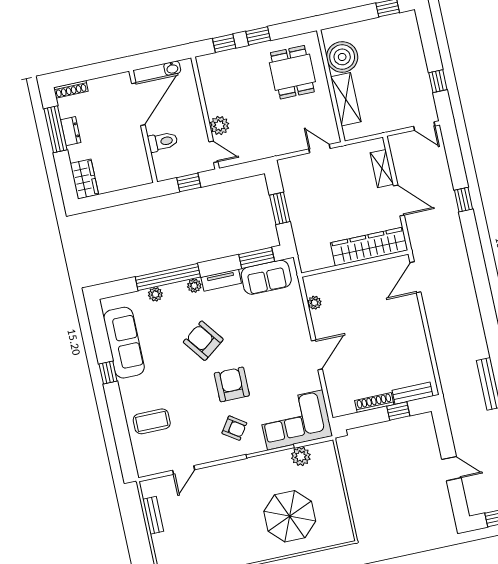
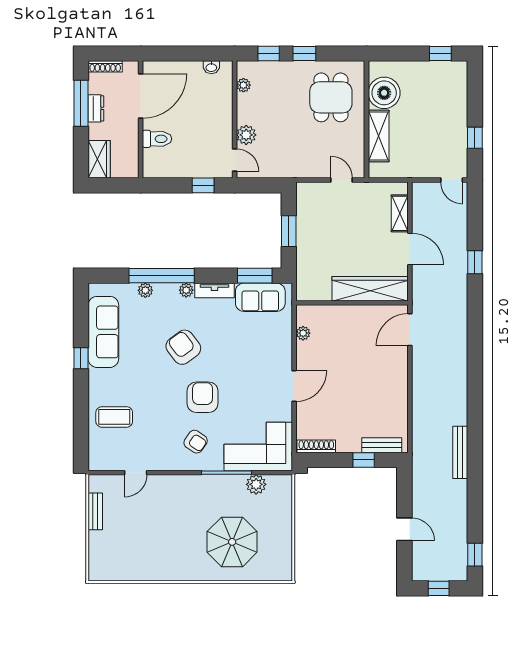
plant: (207, 79) -> (243, 85), added
door: (138, 104) -> (141, 96), moved
wall: (143, 126) -> (141, 119), moved
toilet: (163, 142) -> (157, 139), moved
shoe rack: (374, 403) -> (316, 446), moved

